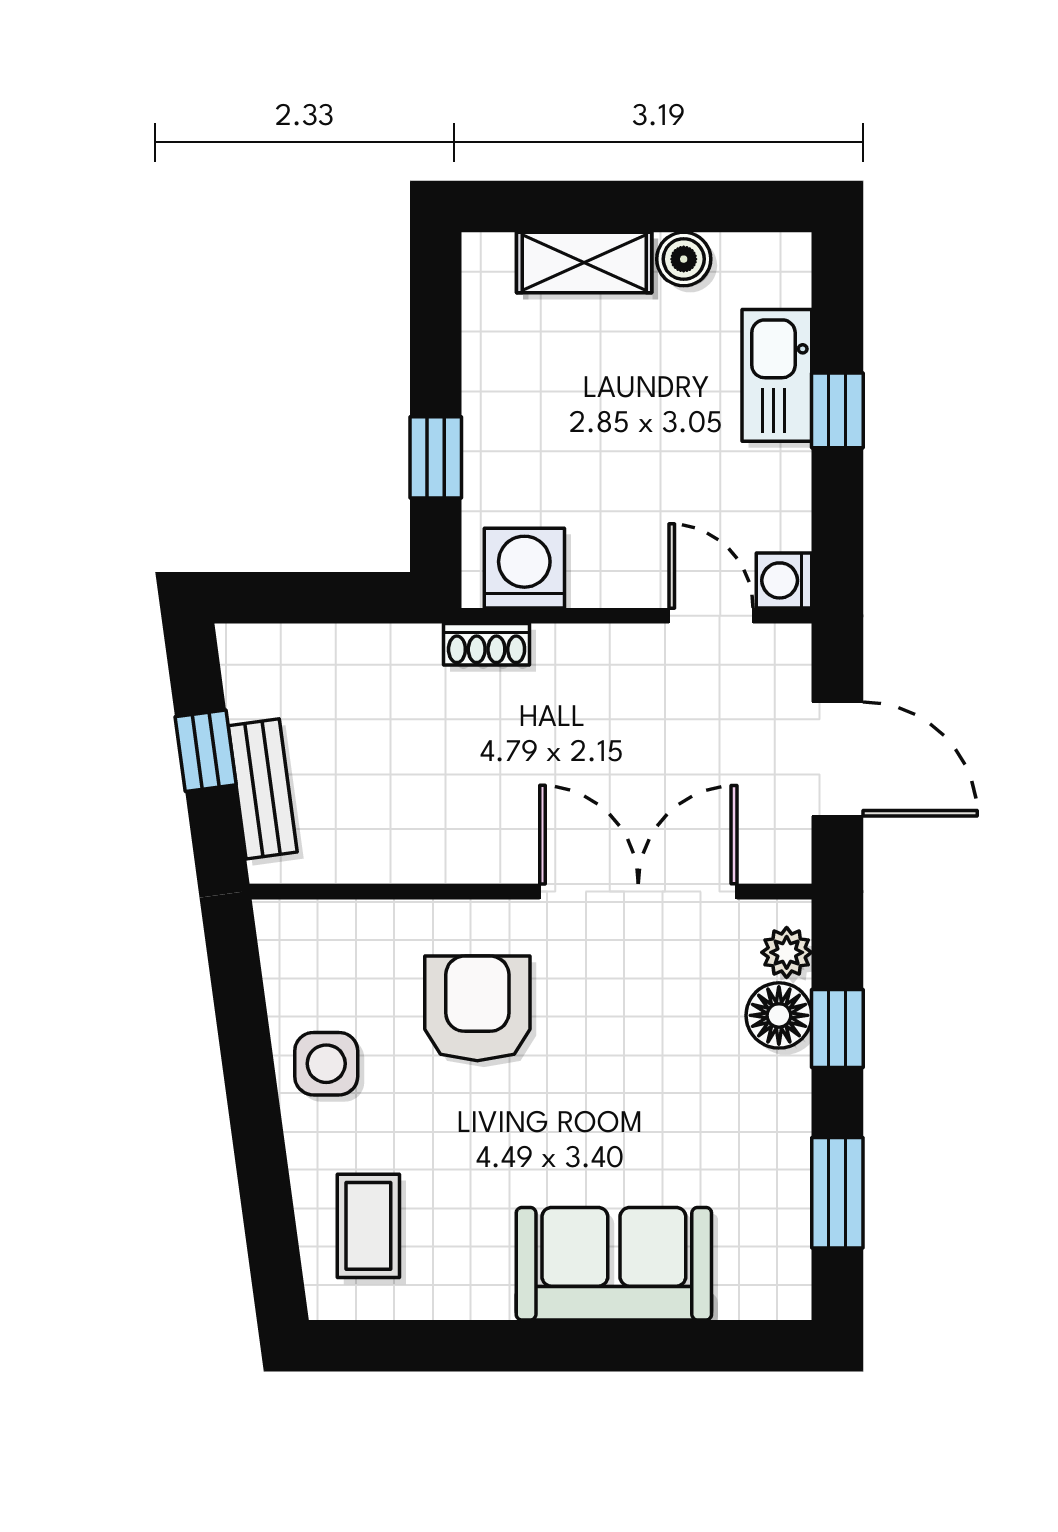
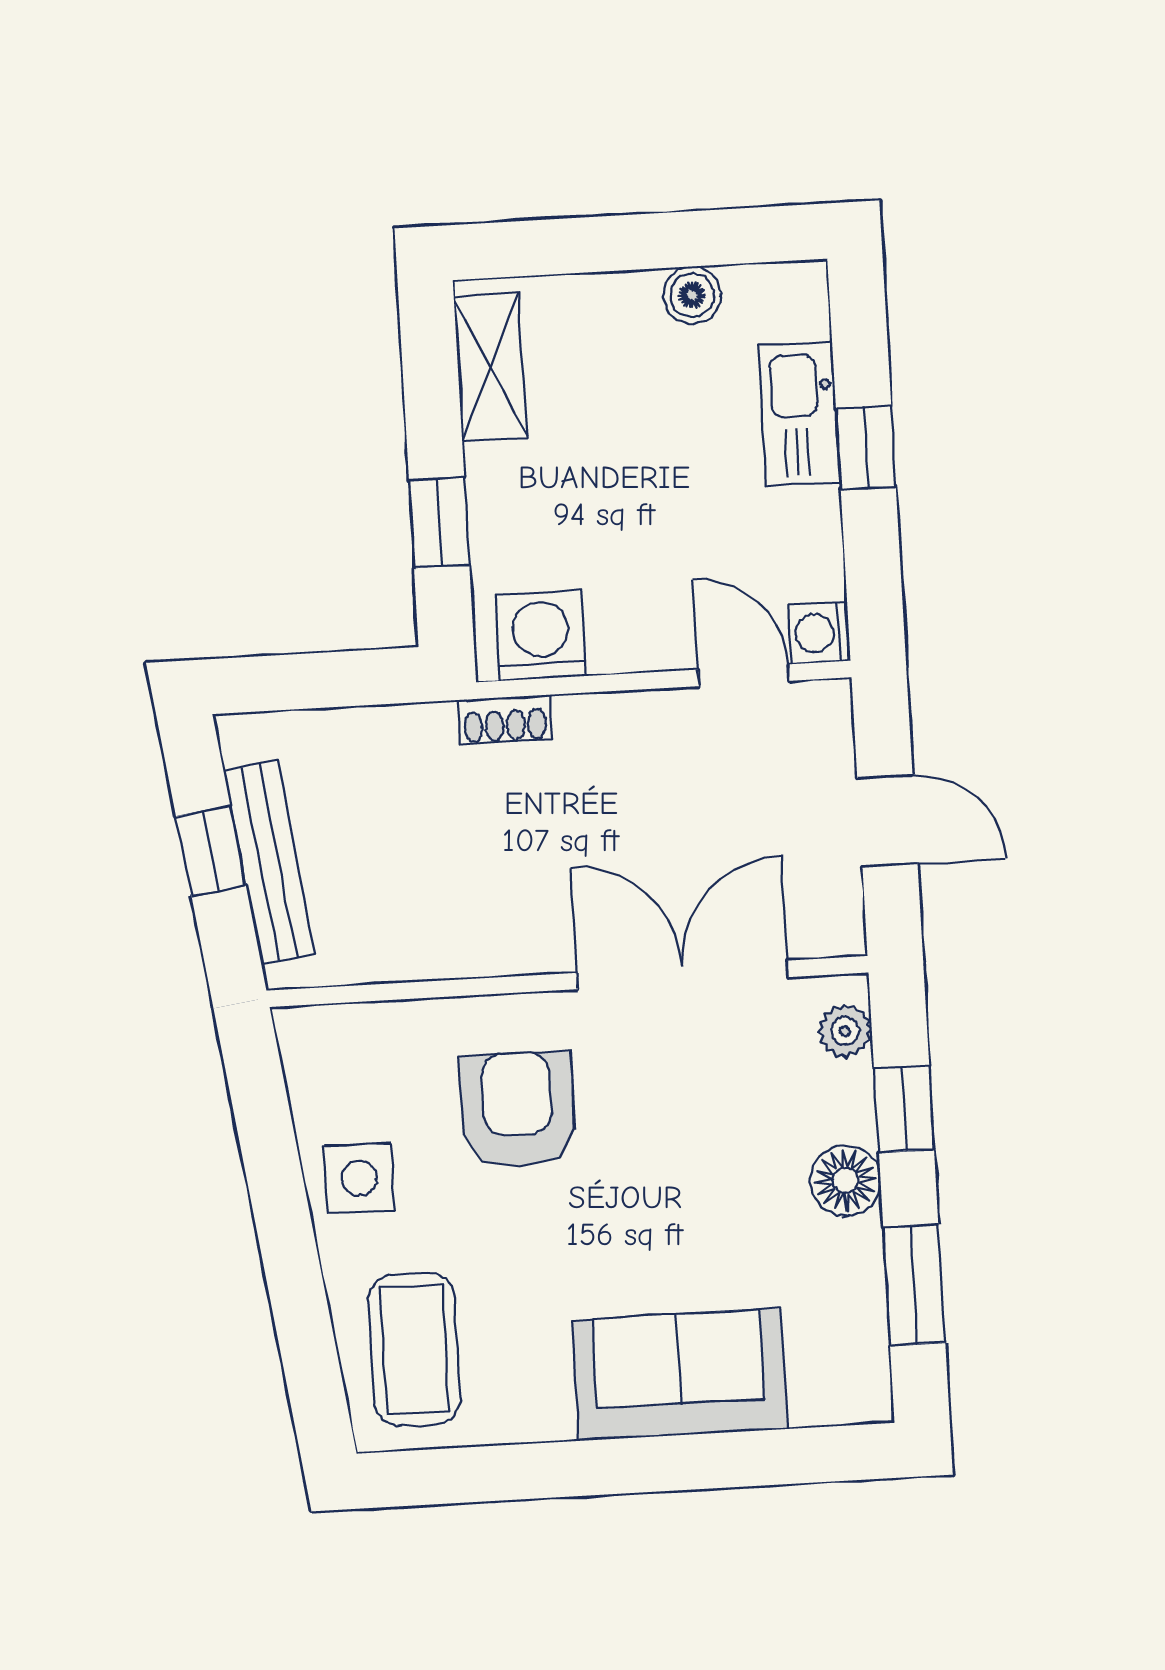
shelving: (584, 263) -> (490, 367), moved, turned 90
door: (837, 759) -> (887, 821), width x0.73
bench: (263, 789) -> (269, 862), width x1.36
floor lamp: (779, 1015) -> (845, 1180), moved
coffee table: (368, 1226) -> (414, 1349), width x1.36, depth x1.30

